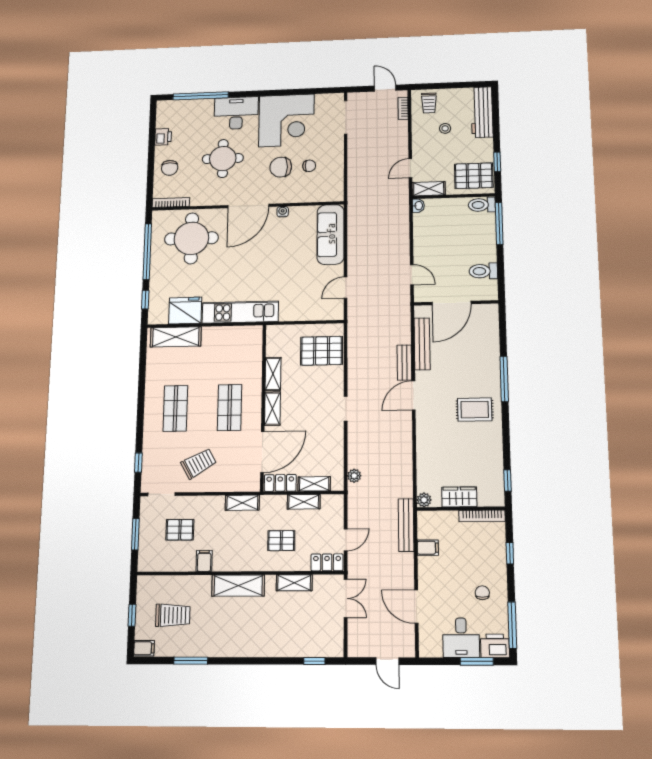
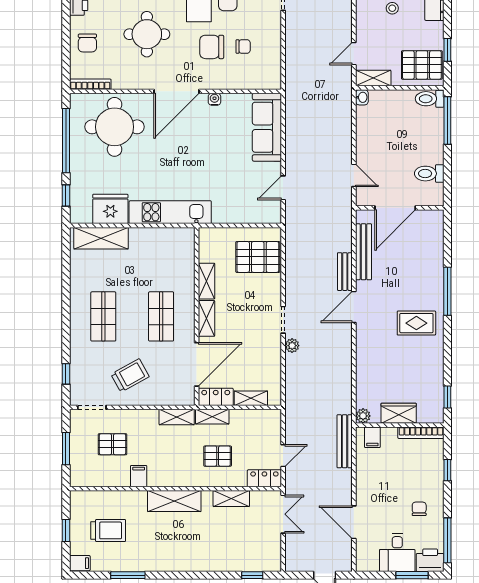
plant: (354, 476) -> (292, 346), moved
shelving: (304, 502) -> (212, 417), moved
filing cabinet: (428, 548) -> (372, 437), moved, turned 90

